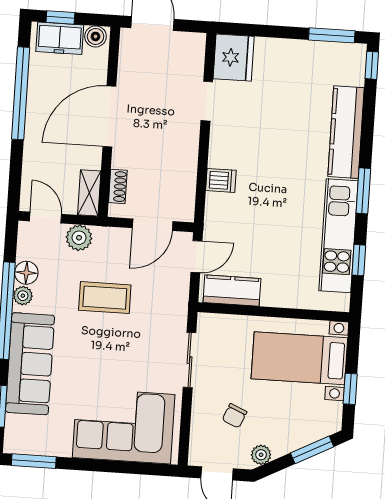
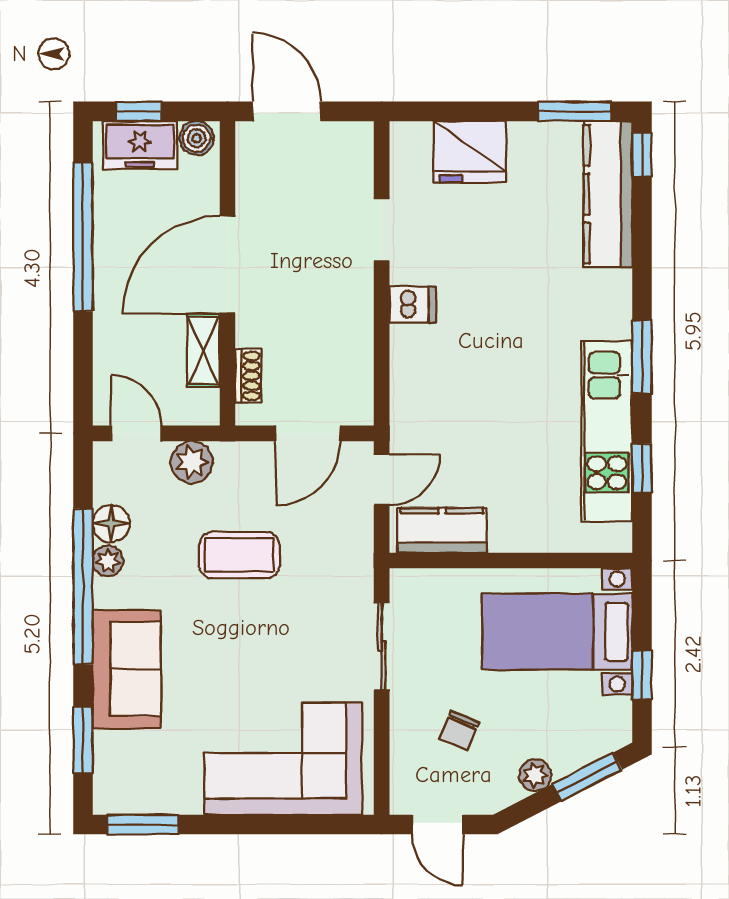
fridge: (234, 58) -> (470, 152), moved, turned 90
kitchen counter: (346, 132) -> (608, 194), moved
dishwasher: (221, 180) -> (413, 305), moved
shelving: (89, 193) -> (203, 351), moved
sofa: (30, 364) -> (127, 669), width x0.73
plant: (261, 455) -> (535, 775), moved

